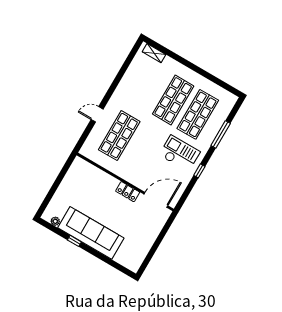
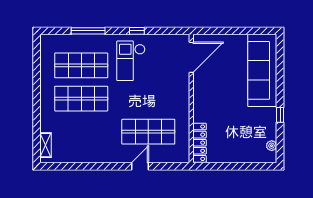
door: (97, 114) -> (140, 166), swing flipped
locker: (128, 192) -> (200, 143), moved, width x1.53
door: (156, 200) -> (191, 57), swing flipped
sofa: (91, 233) -> (262, 70), moved

